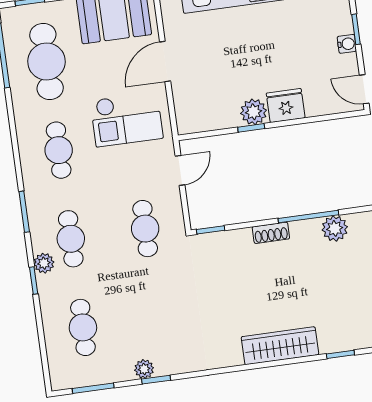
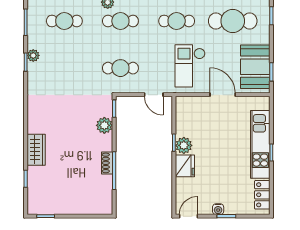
plant: (335, 228) -> (104, 125), moved
shoe rack: (271, 233) -> (107, 163), moved
wardrobe: (280, 346) -> (36, 150), width x0.67

